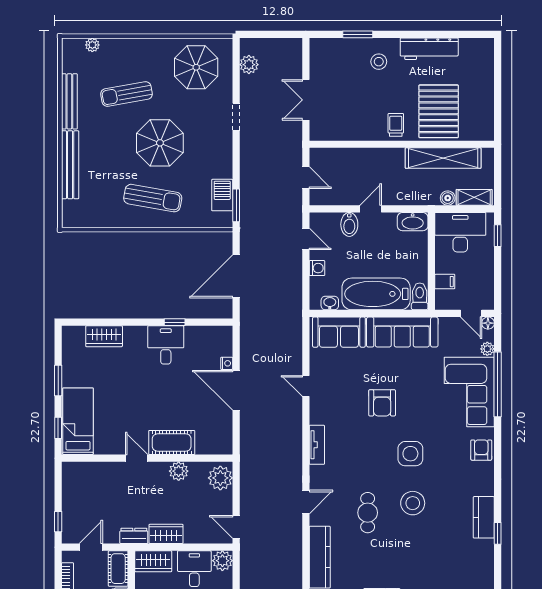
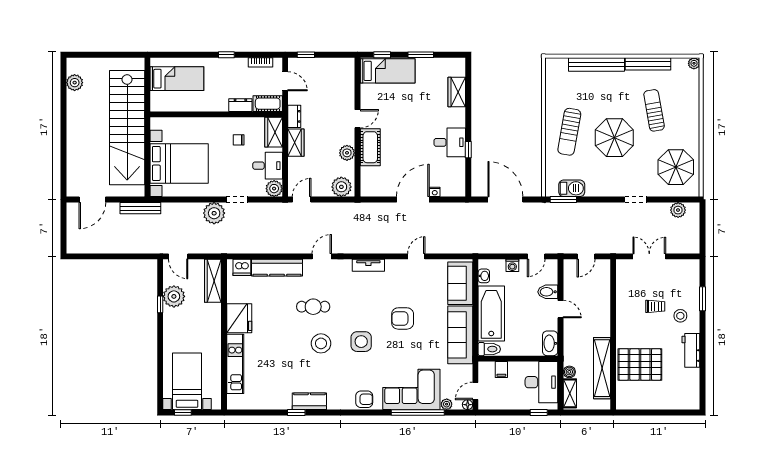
plant: (92, 45) -> (694, 63), moved
workbench: (429, 49) -> (691, 350), width x0.73
trolley: (396, 125) -> (655, 306), moved
door: (306, 502) -> (322, 256), swing flipped

